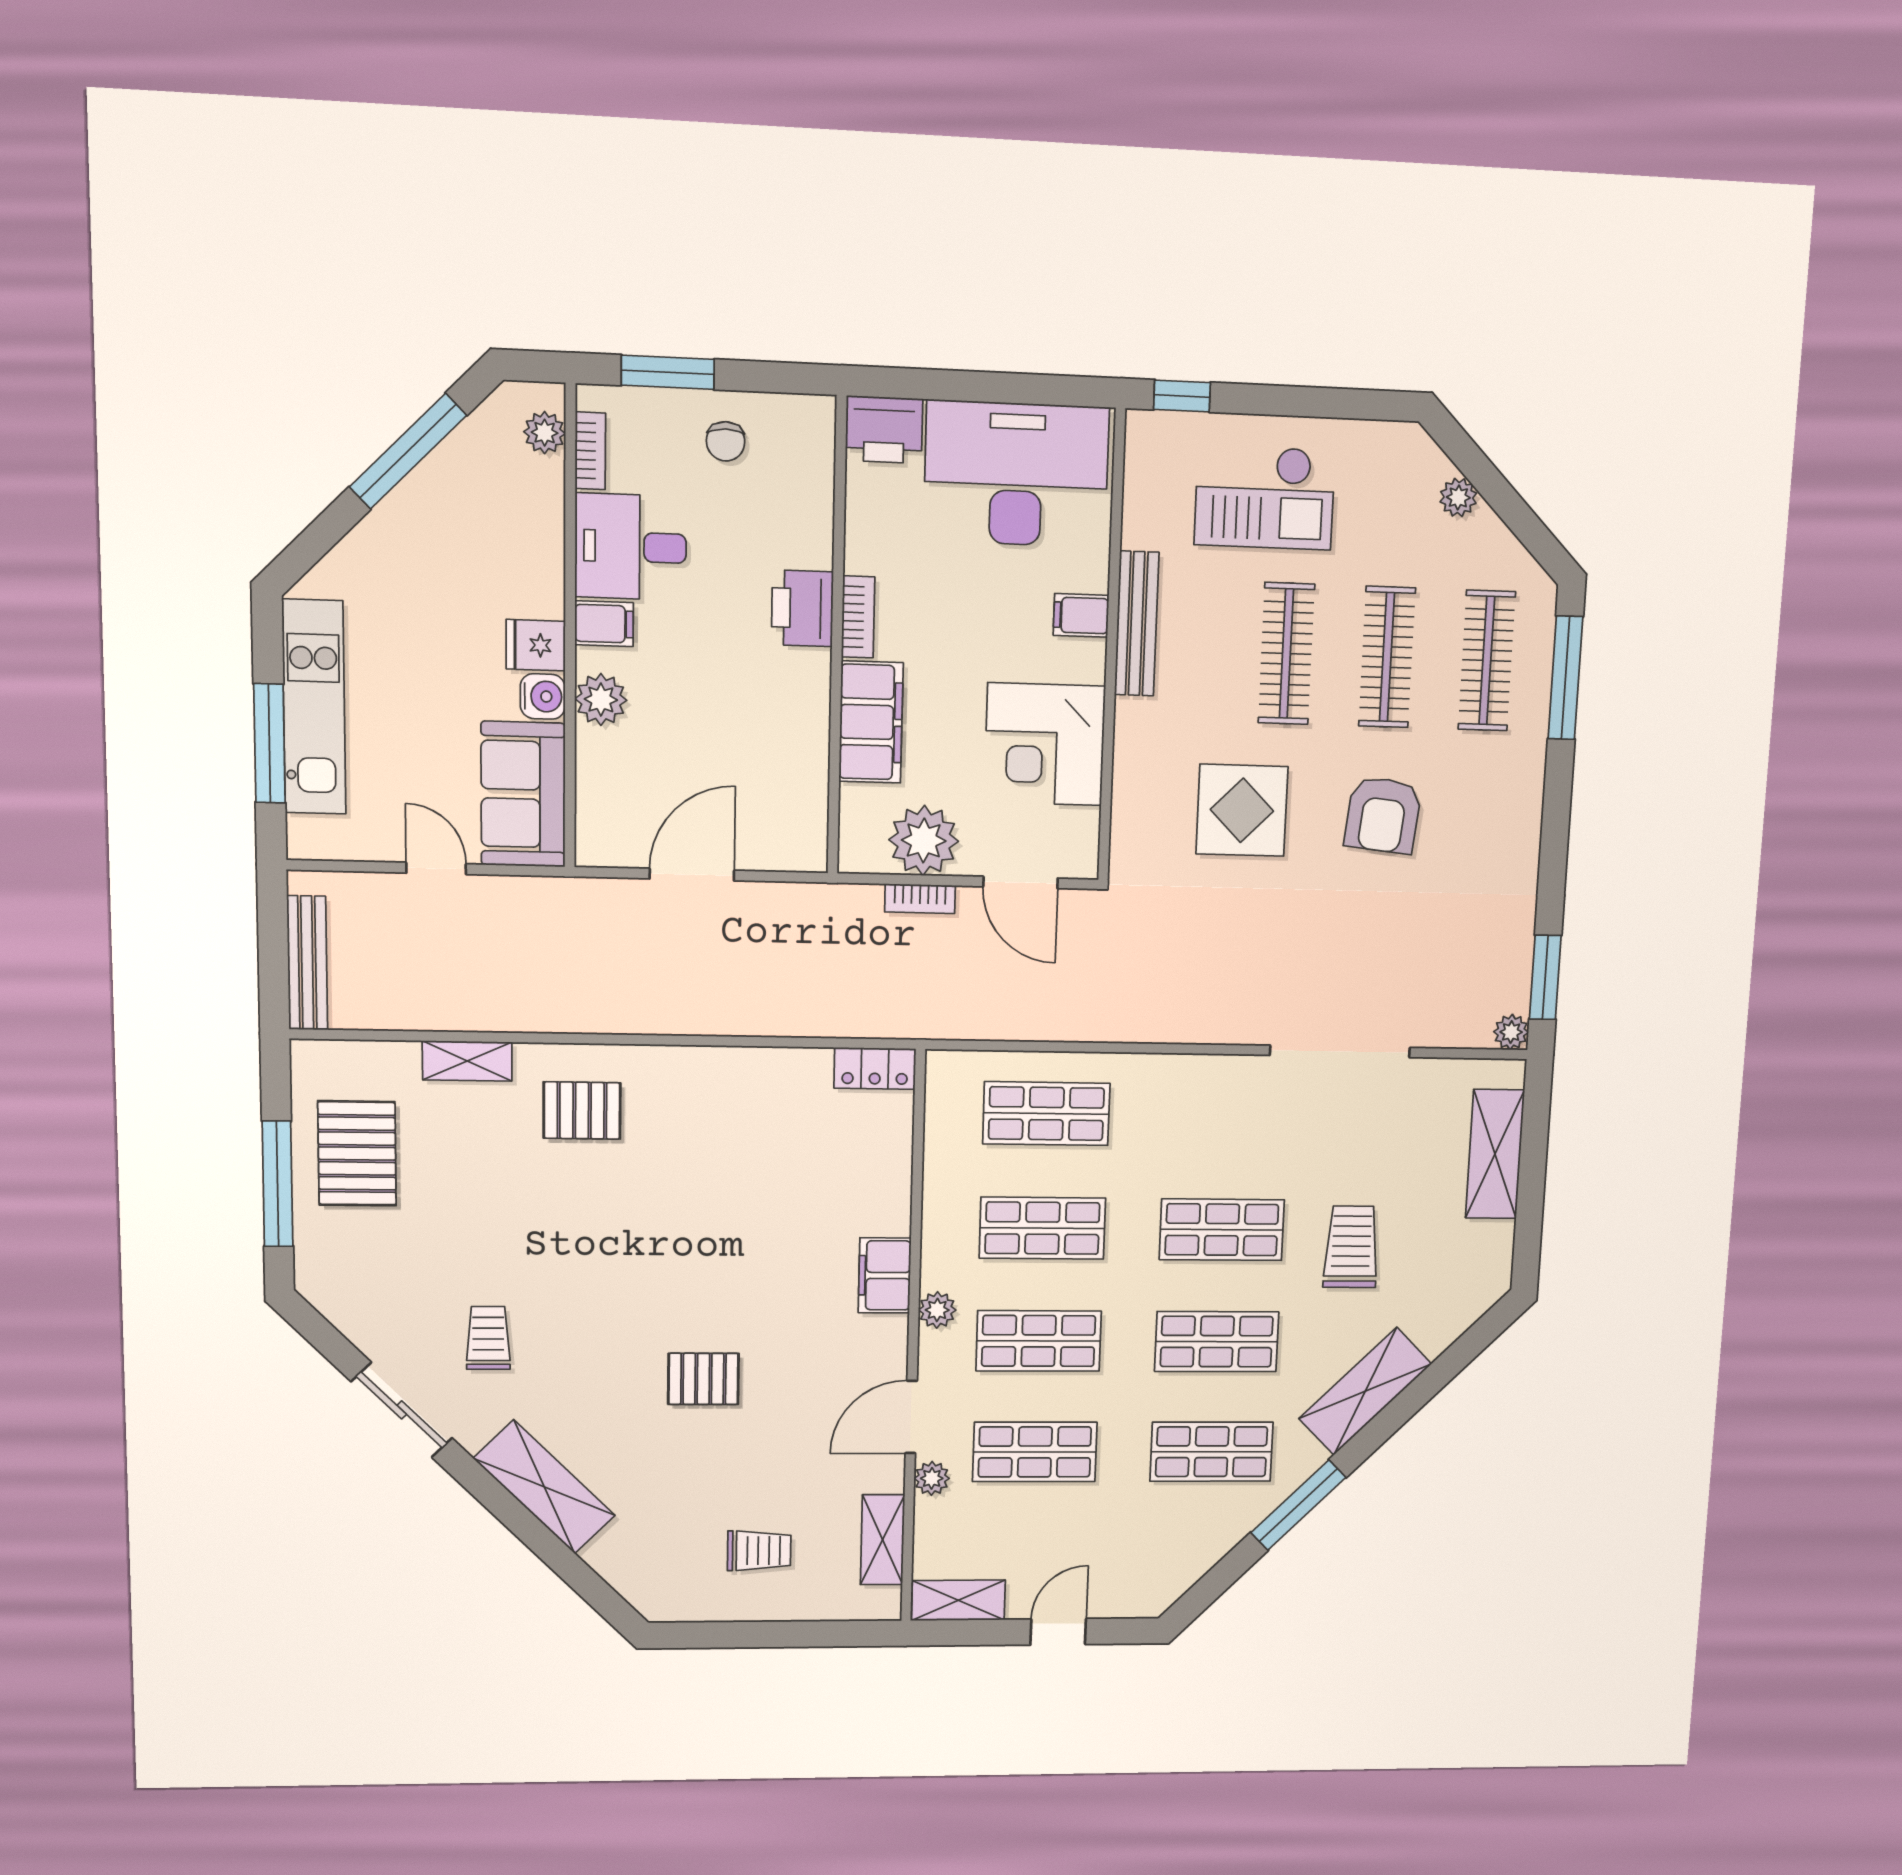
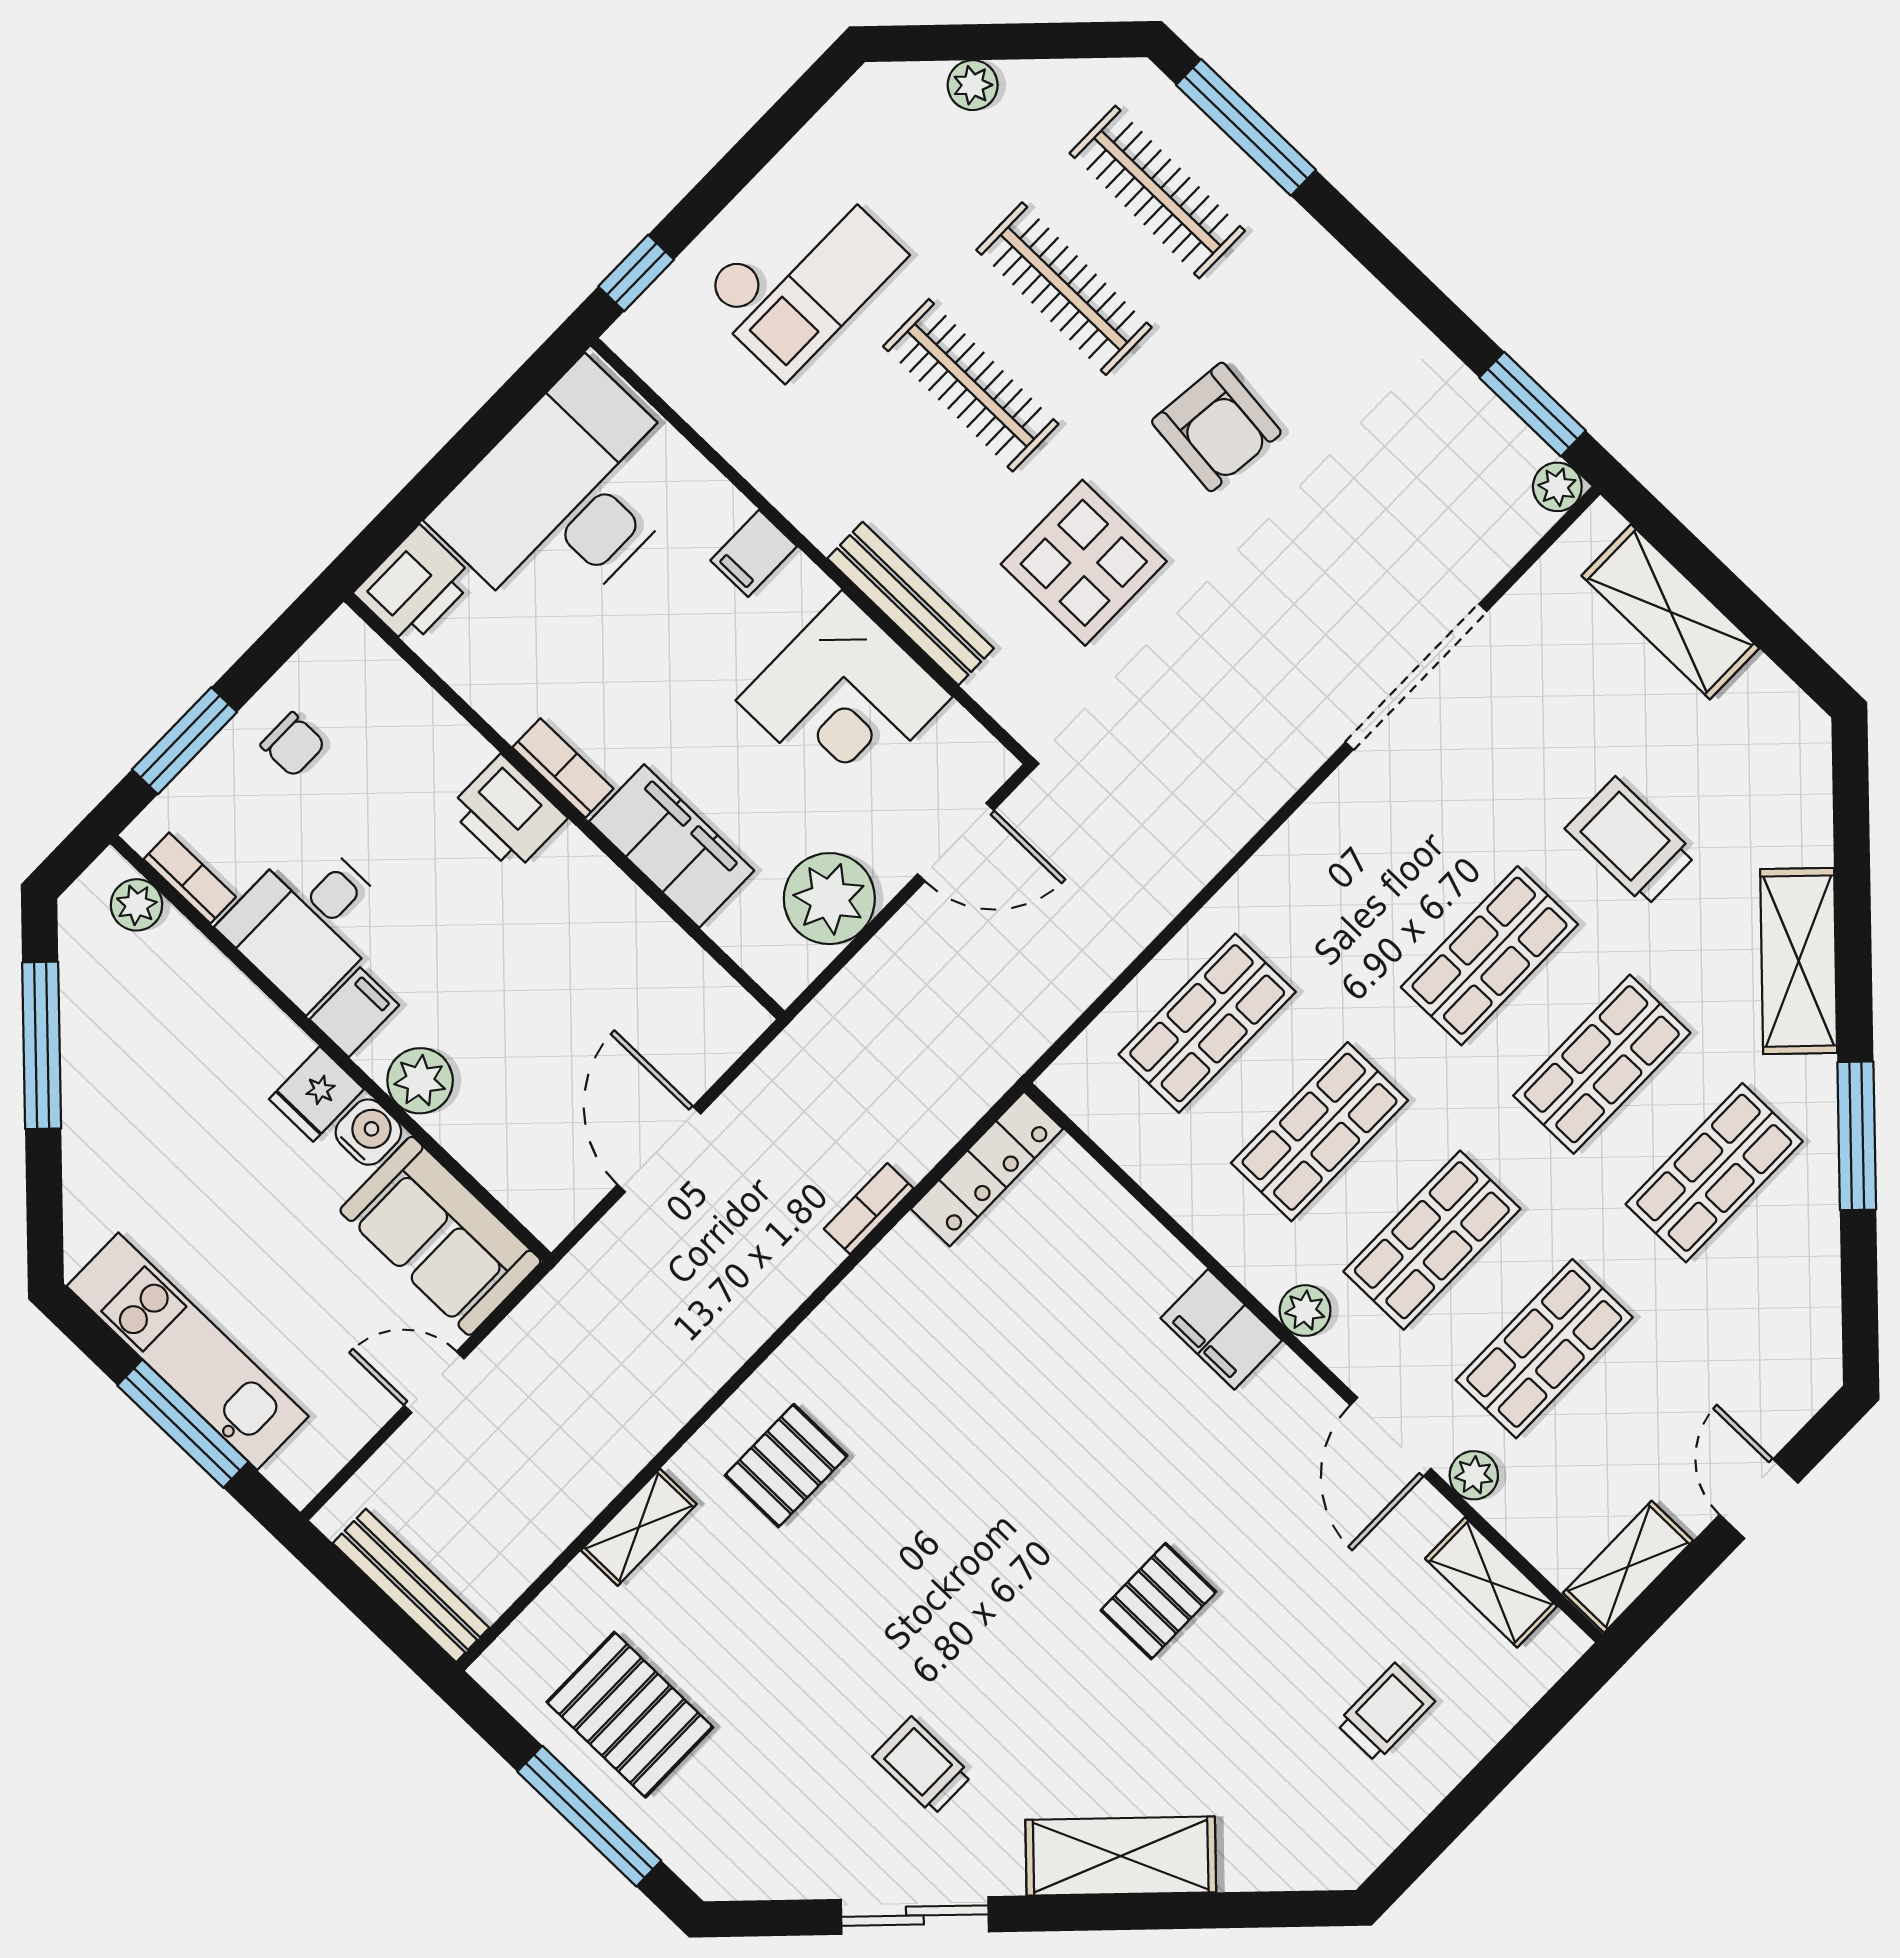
bench: (1137, 624) -> (911, 603), moved
bookcase: (920, 899) -> (869, 1209), moved, turned 180
locker: (875, 1068) -> (987, 1169), width x1.53

